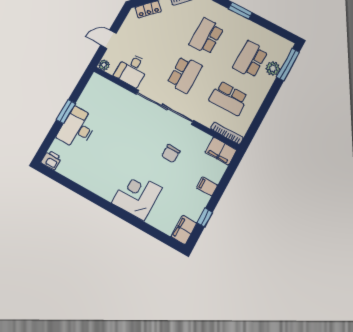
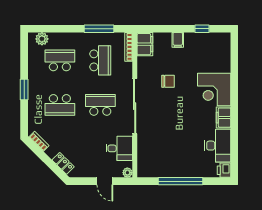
school desk: (250, 59) -> (60, 60), turned 180
window: (288, 65) -> (99, 29), moved
plant: (273, 69) -> (42, 39), moved
window: (66, 111) -> (181, 181), width x2.11
desk: (77, 128) -> (218, 146), moved, turned -90
filing cabinet: (184, 230) -> (223, 118), moved, turned 90

